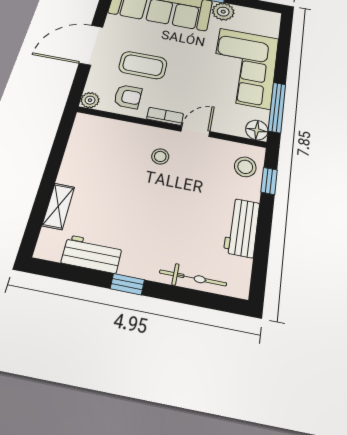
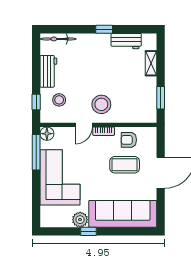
plant: (90, 100) -> (151, 133), removed
window: (59, 148) -> (161, 98), added
stool: (160, 156) -> (101, 104), width x1.89, depth x1.89
stool: (245, 167) -> (59, 100), moved
bicycle: (193, 278) -> (58, 39), moved

